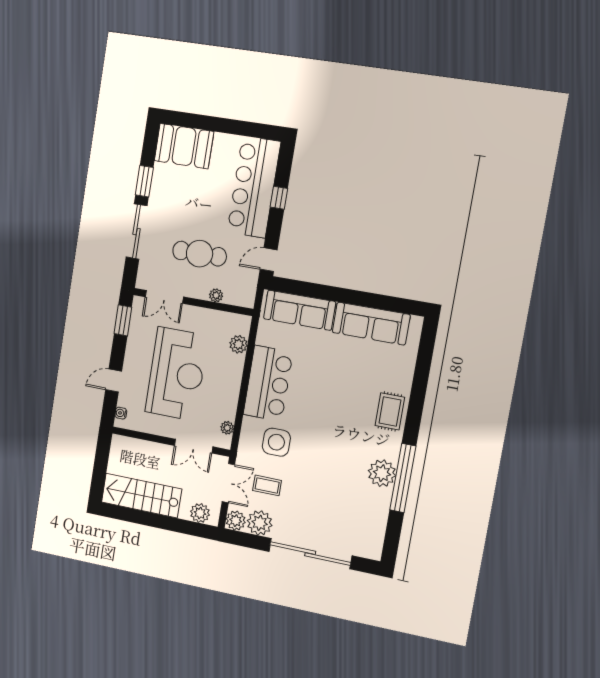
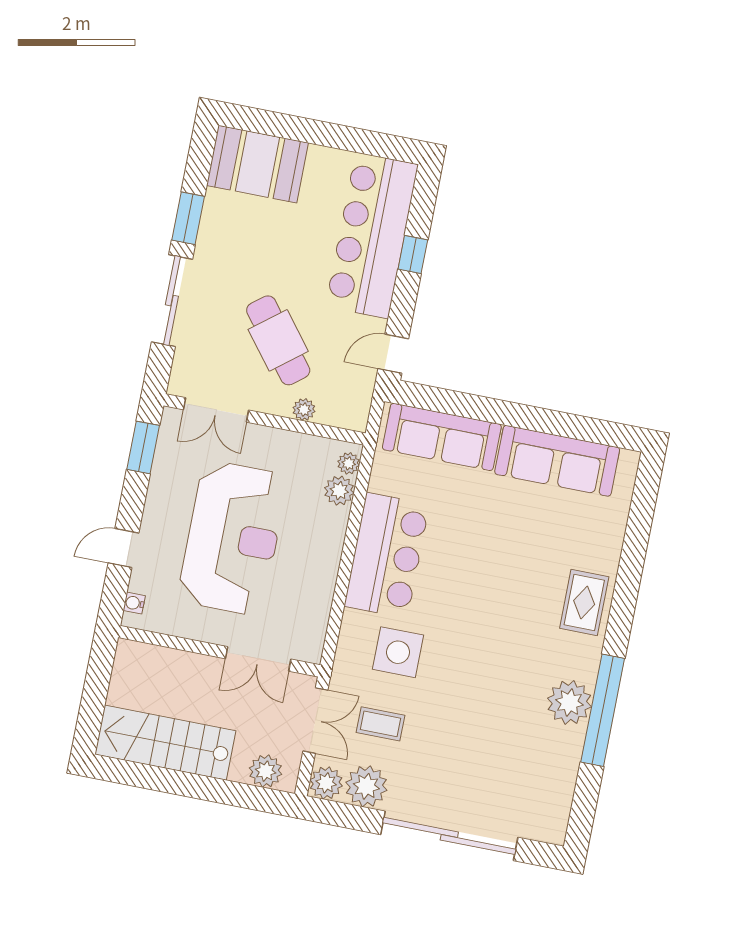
cafe table: (200, 254) -> (278, 340), turned 52
plant: (227, 428) -> (349, 463), moved

